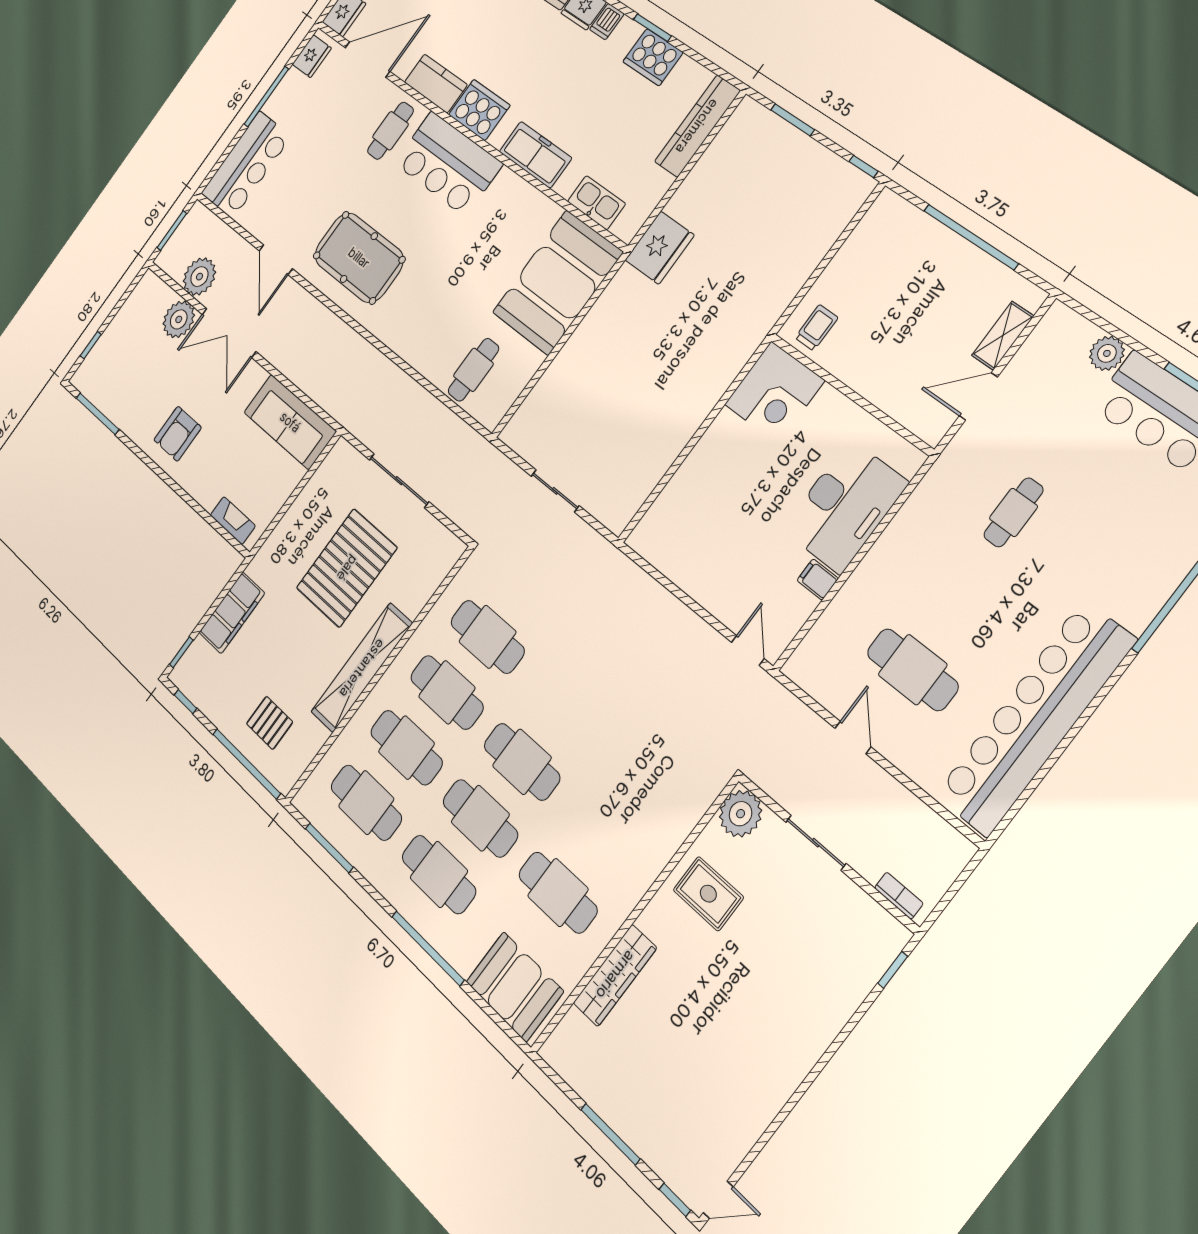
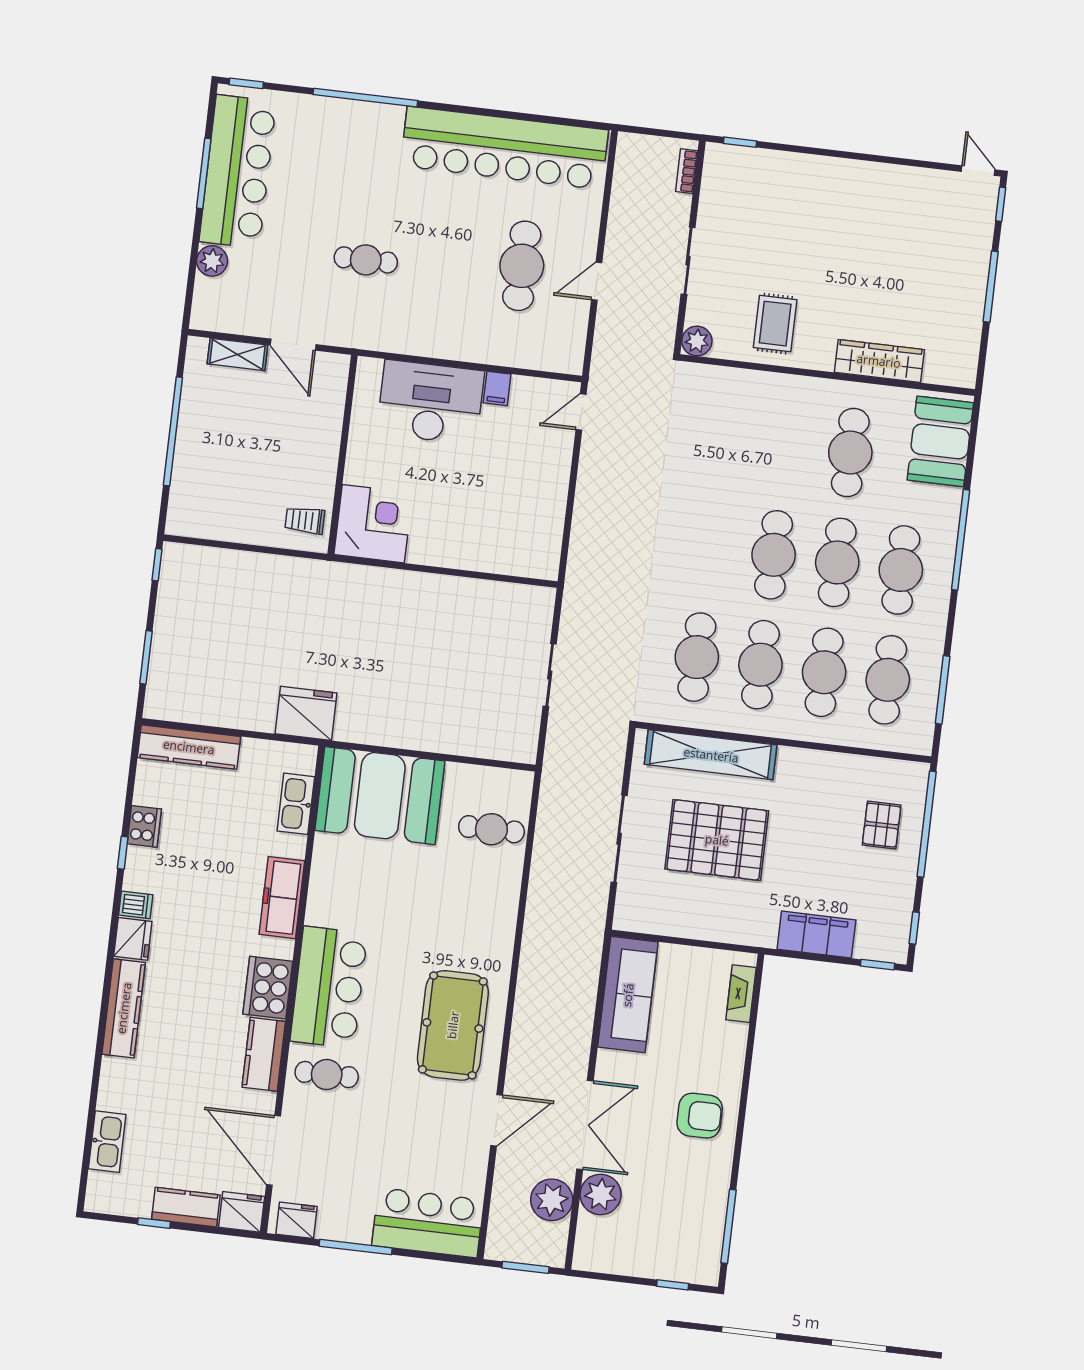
window: (652, 28) -> (123, 853), width x0.67
cooker: (653, 57) -> (144, 826), width x0.73, depth x0.76
shelving: (362, 668) -> (711, 755), moved
plant: (741, 814) -> (697, 341), width x0.73, depth x0.73

